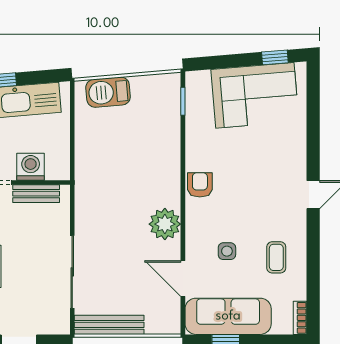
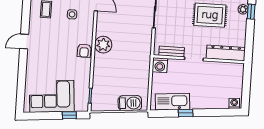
window: (275, 57) -> (69, 115), moved
washing machine: (31, 167) -> (160, 65), moved
plant: (165, 224) -> (103, 45), moved

